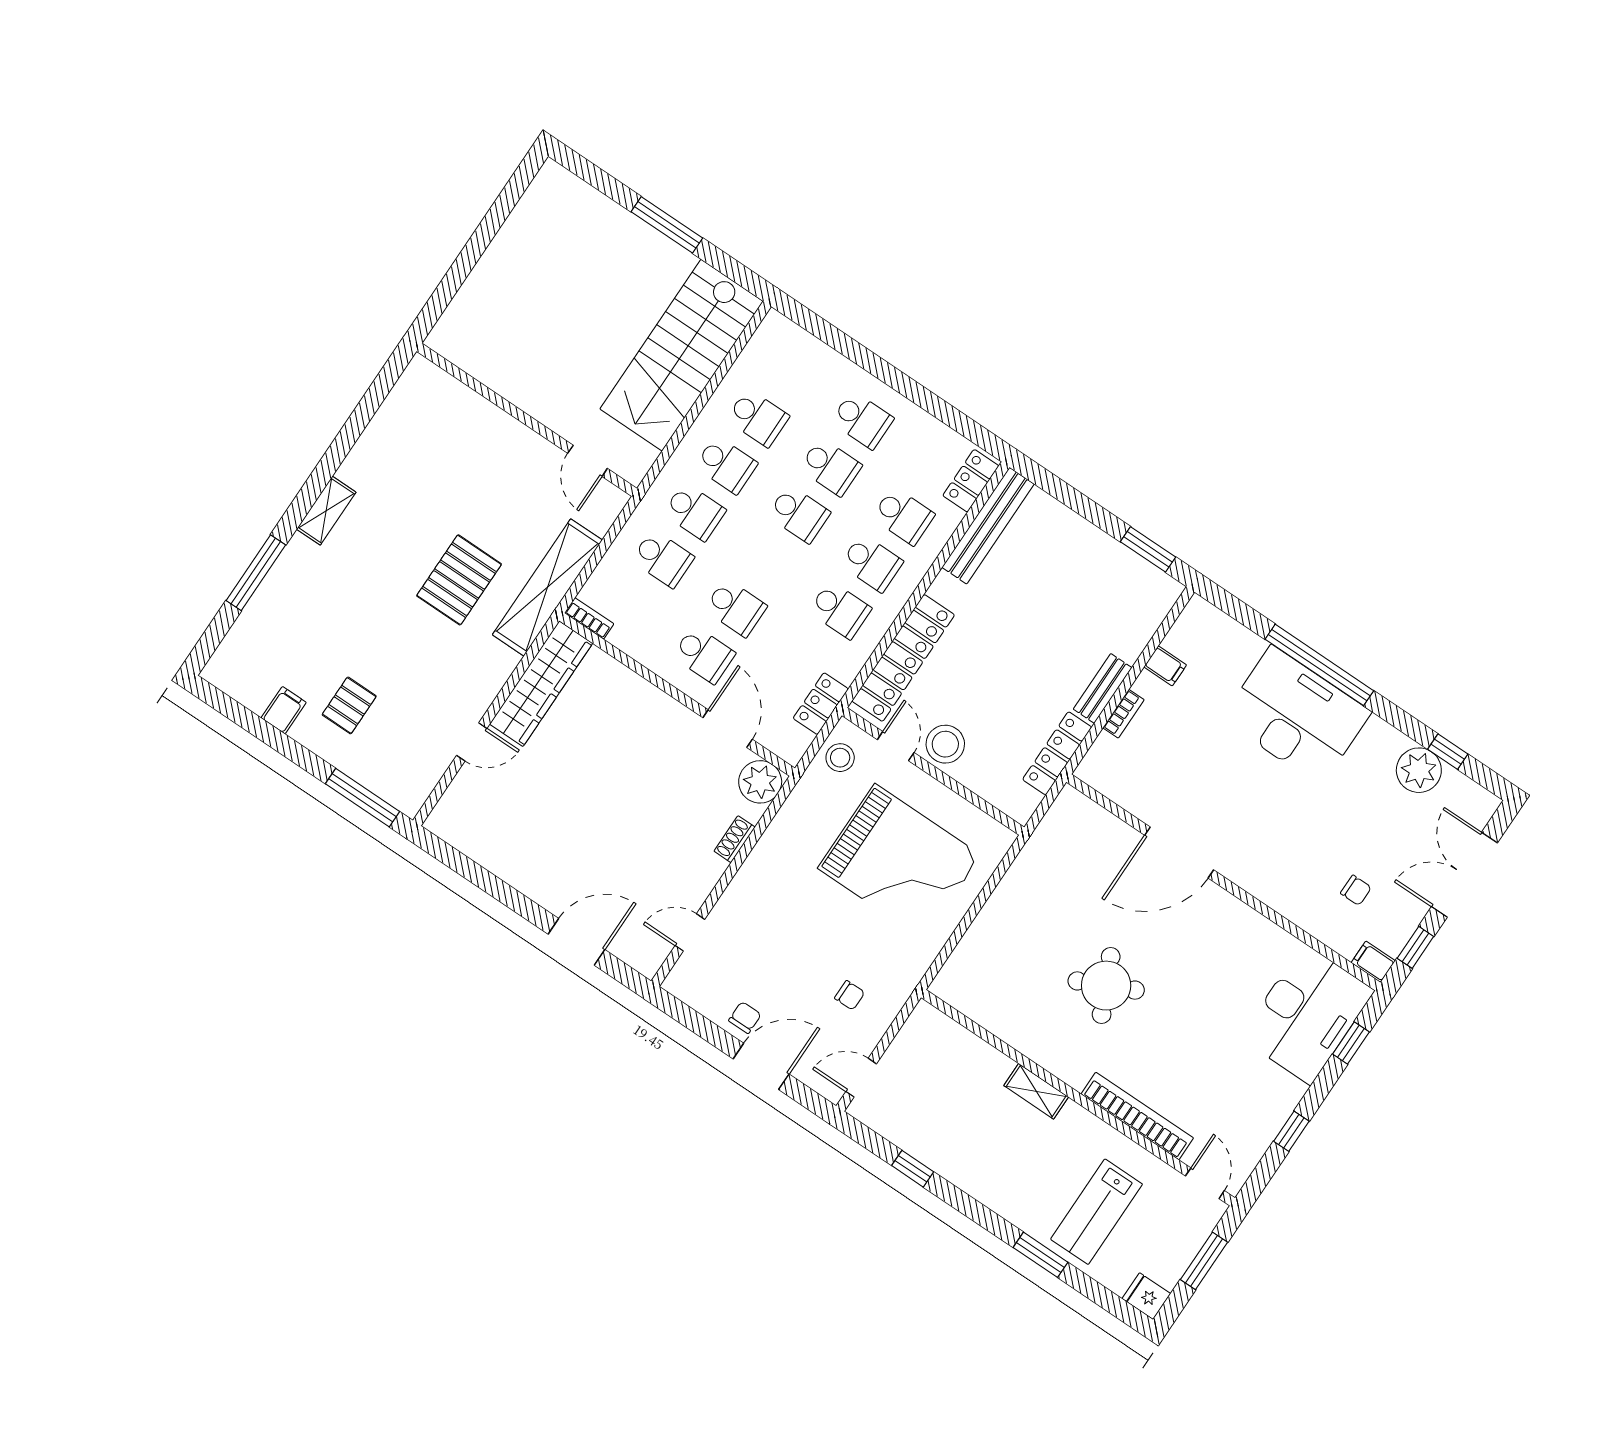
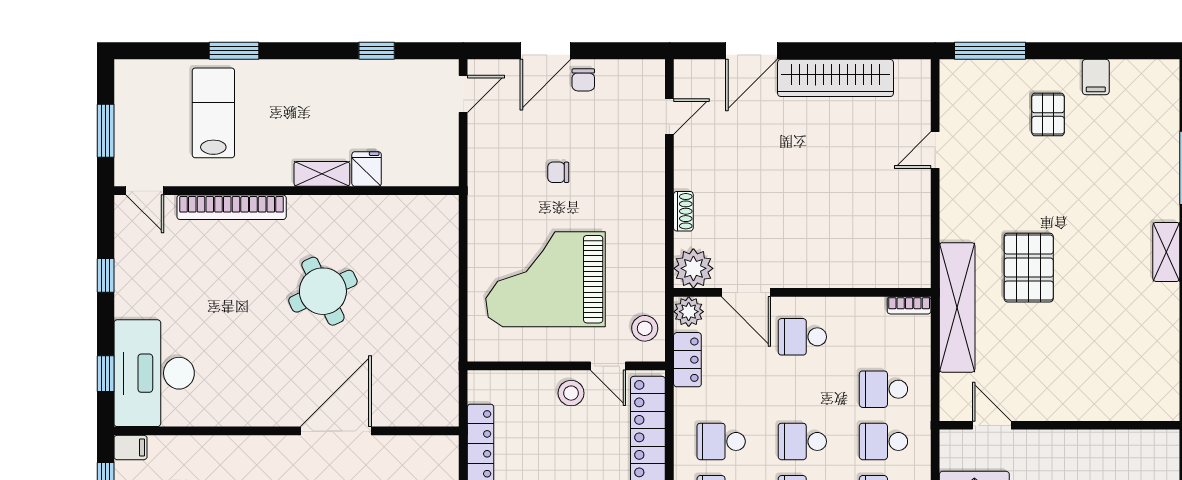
school desk: (736, 608) -> (802, 441), moved
wardrobe: (541, 684) -> (835, 78), moved, turned -90
stool: (945, 744) -> (571, 393), width x0.73, depth x0.73
plant: (791, 746) -> (689, 312), added
chair: (850, 995) -> (558, 172), moved
fridge: (1146, 1296) -> (367, 169), moved, turned -90

